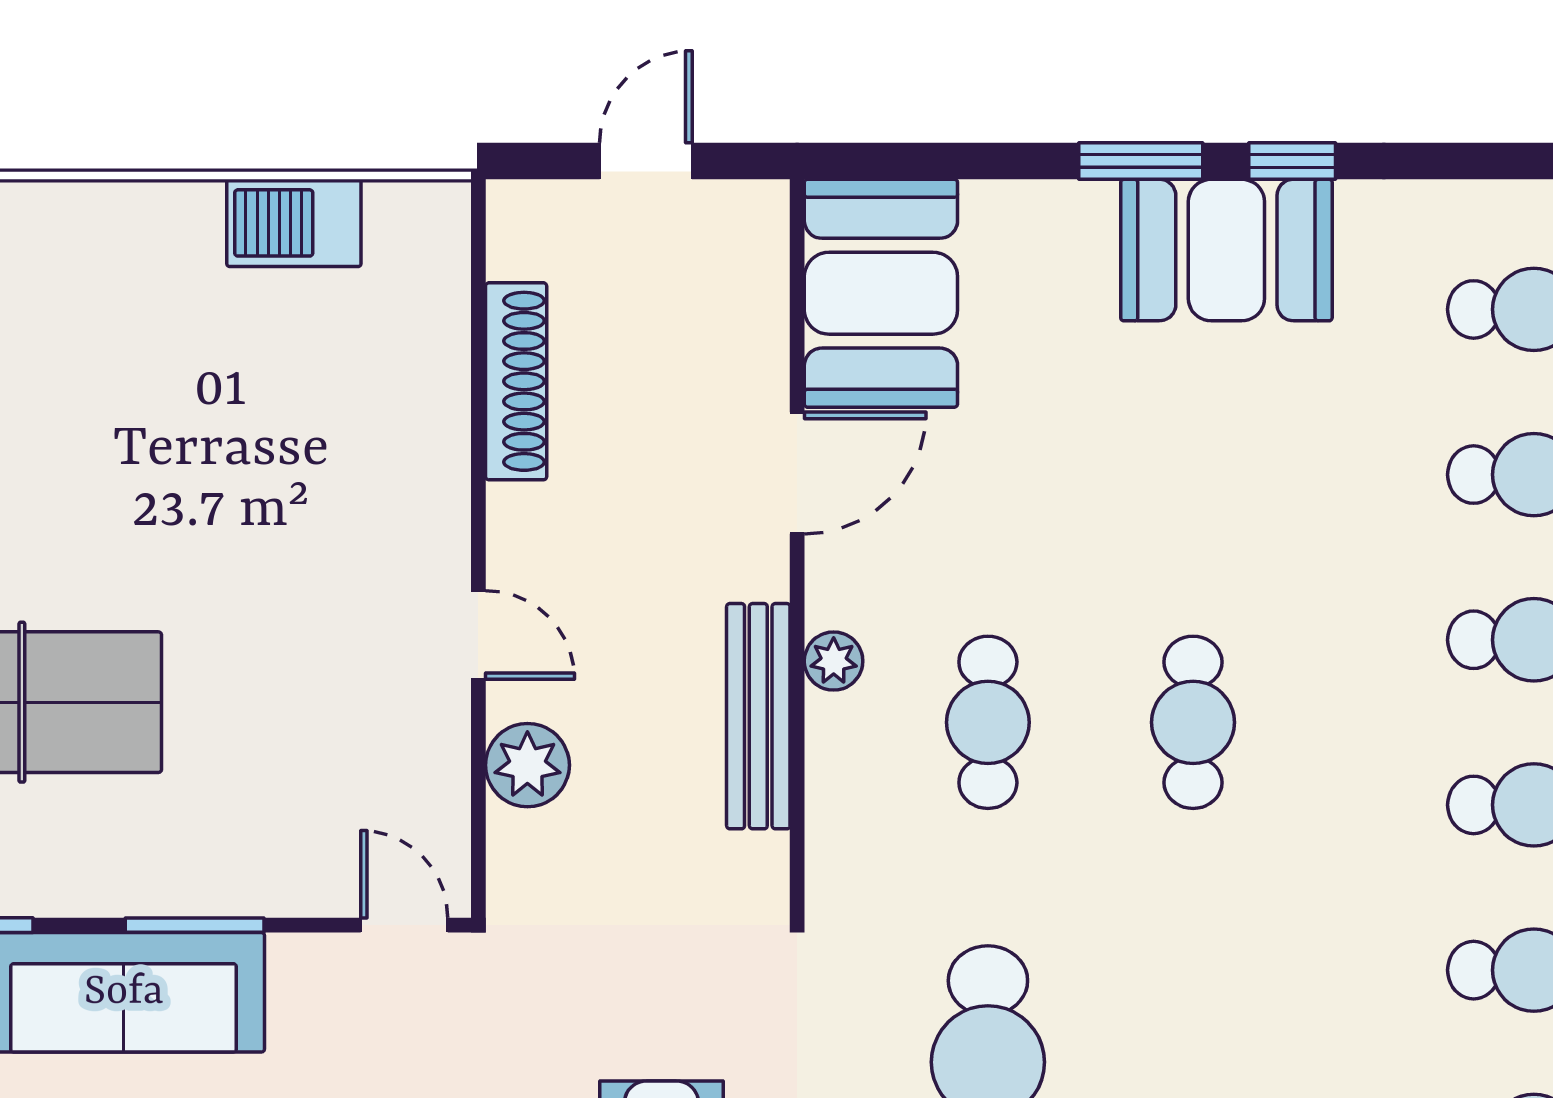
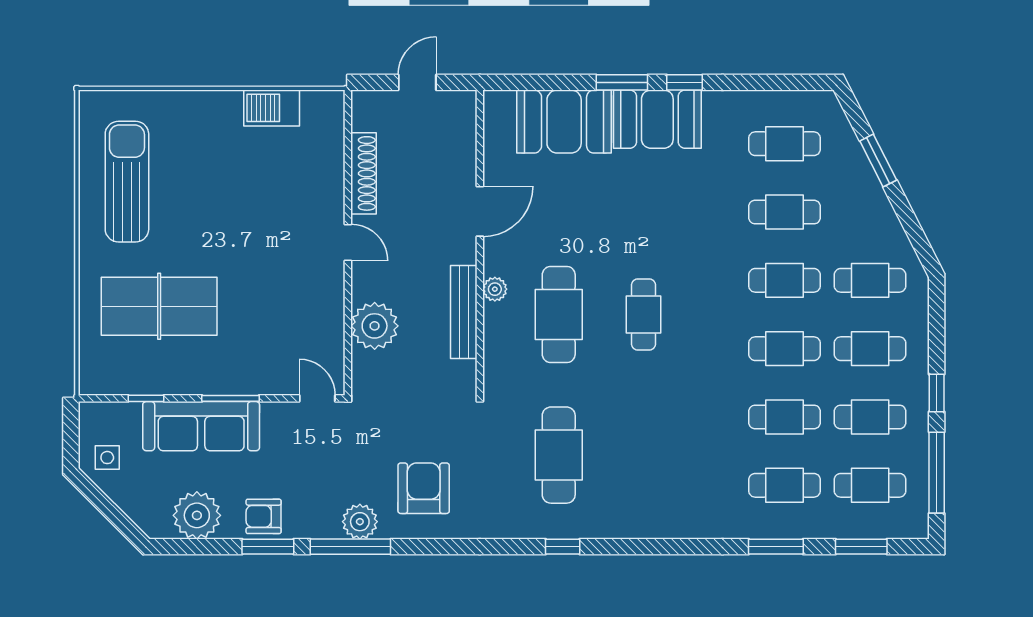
booth: (881, 293) -> (564, 121), moved, turned 90
door: (478, 635) -> (348, 242), moved
cafe table: (988, 722) -> (559, 314), width x1.37, depth x1.35
plant: (527, 765) -> (375, 326), width x1.36, depth x1.36

